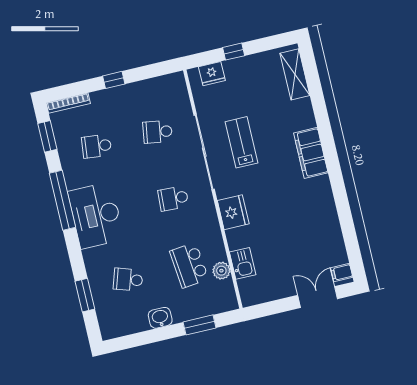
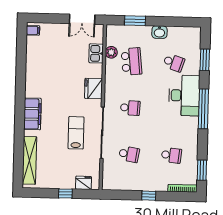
shelving: (295, 74) -> (30, 160), width x1.47
lab bench: (241, 142) -> (76, 133), turned 180
window: (62, 200) -> (203, 109), moved
desk: (96, 215) -> (184, 95), moved
double door: (318, 297) -> (82, 19), moved

